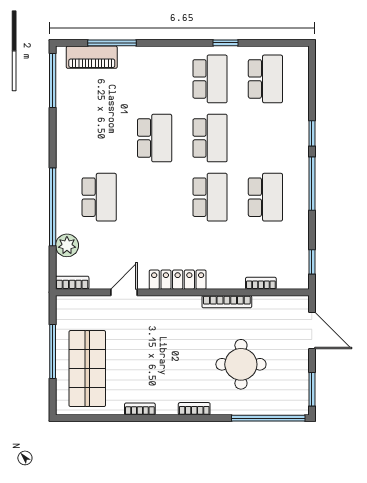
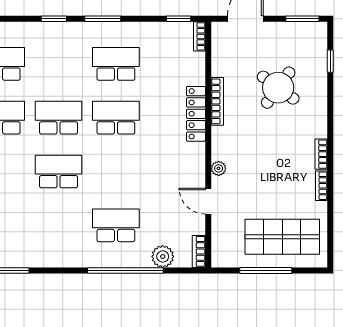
window: (312, 184) -> (103, 19), width x0.69
locker: (178, 280) -> (196, 114), moved
bookcase: (261, 283) -> (199, 36), moved
plant: (158, 303) -> (219, 168), added
round table: (241, 364) -> (278, 88), turned 36
bookcase: (194, 409) -> (321, 154), moved
window: (268, 418) -> (330, 61), width x0.32

